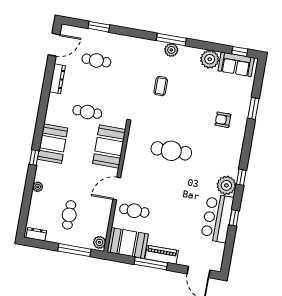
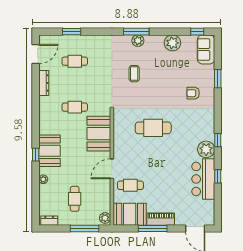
sofa: (236, 64) -> (206, 49), moved, turned 90
booth: (53, 144) -> (50, 151), moved

